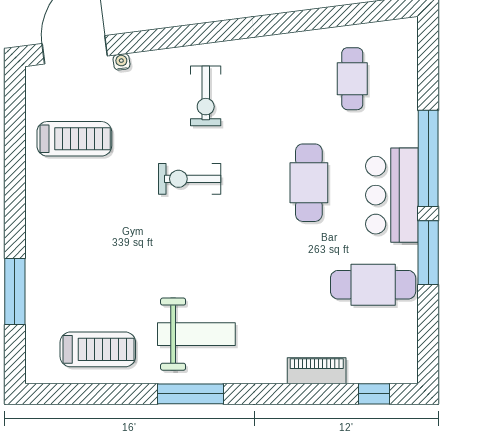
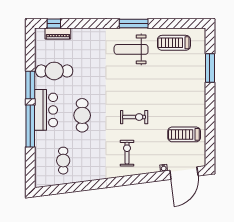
piano: (317, 371) -> (58, 34), moved

